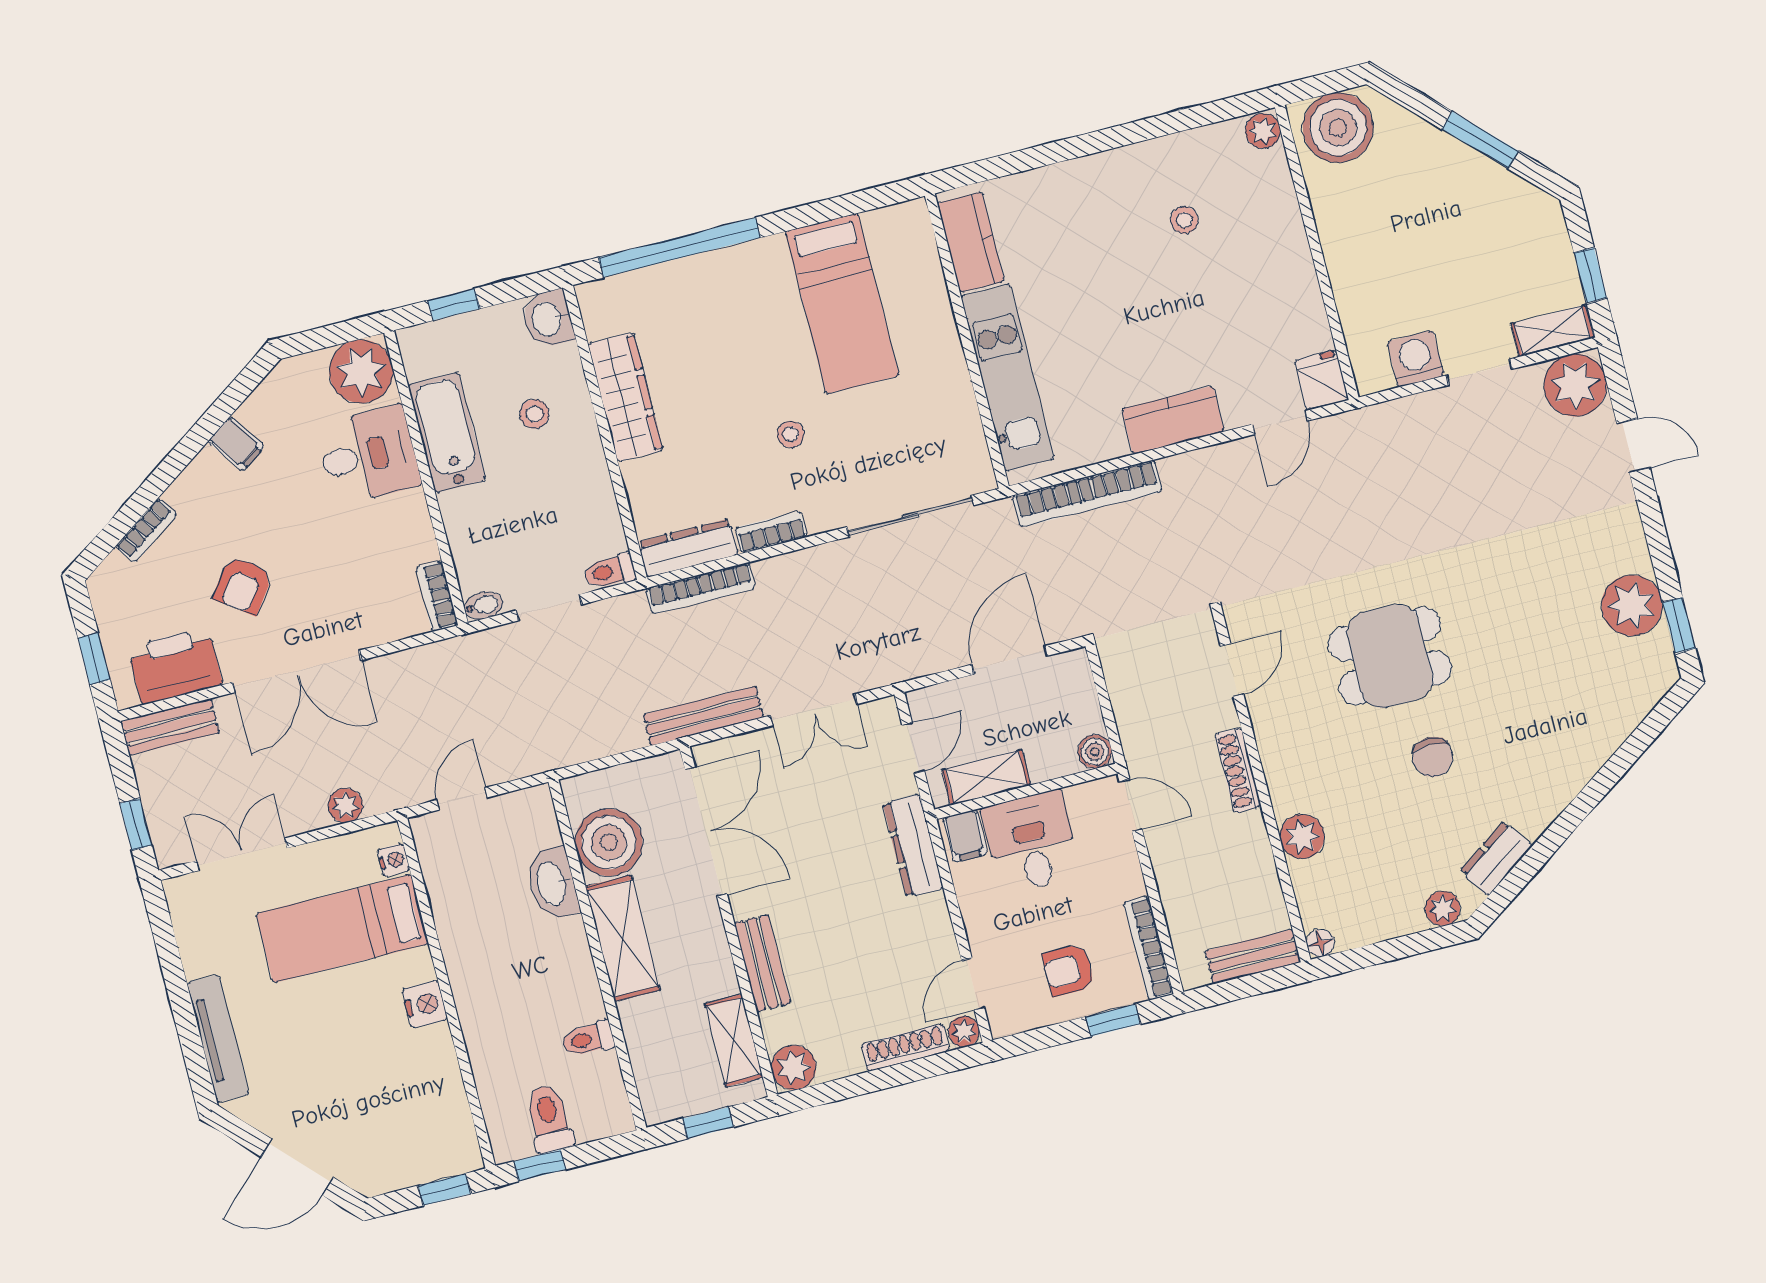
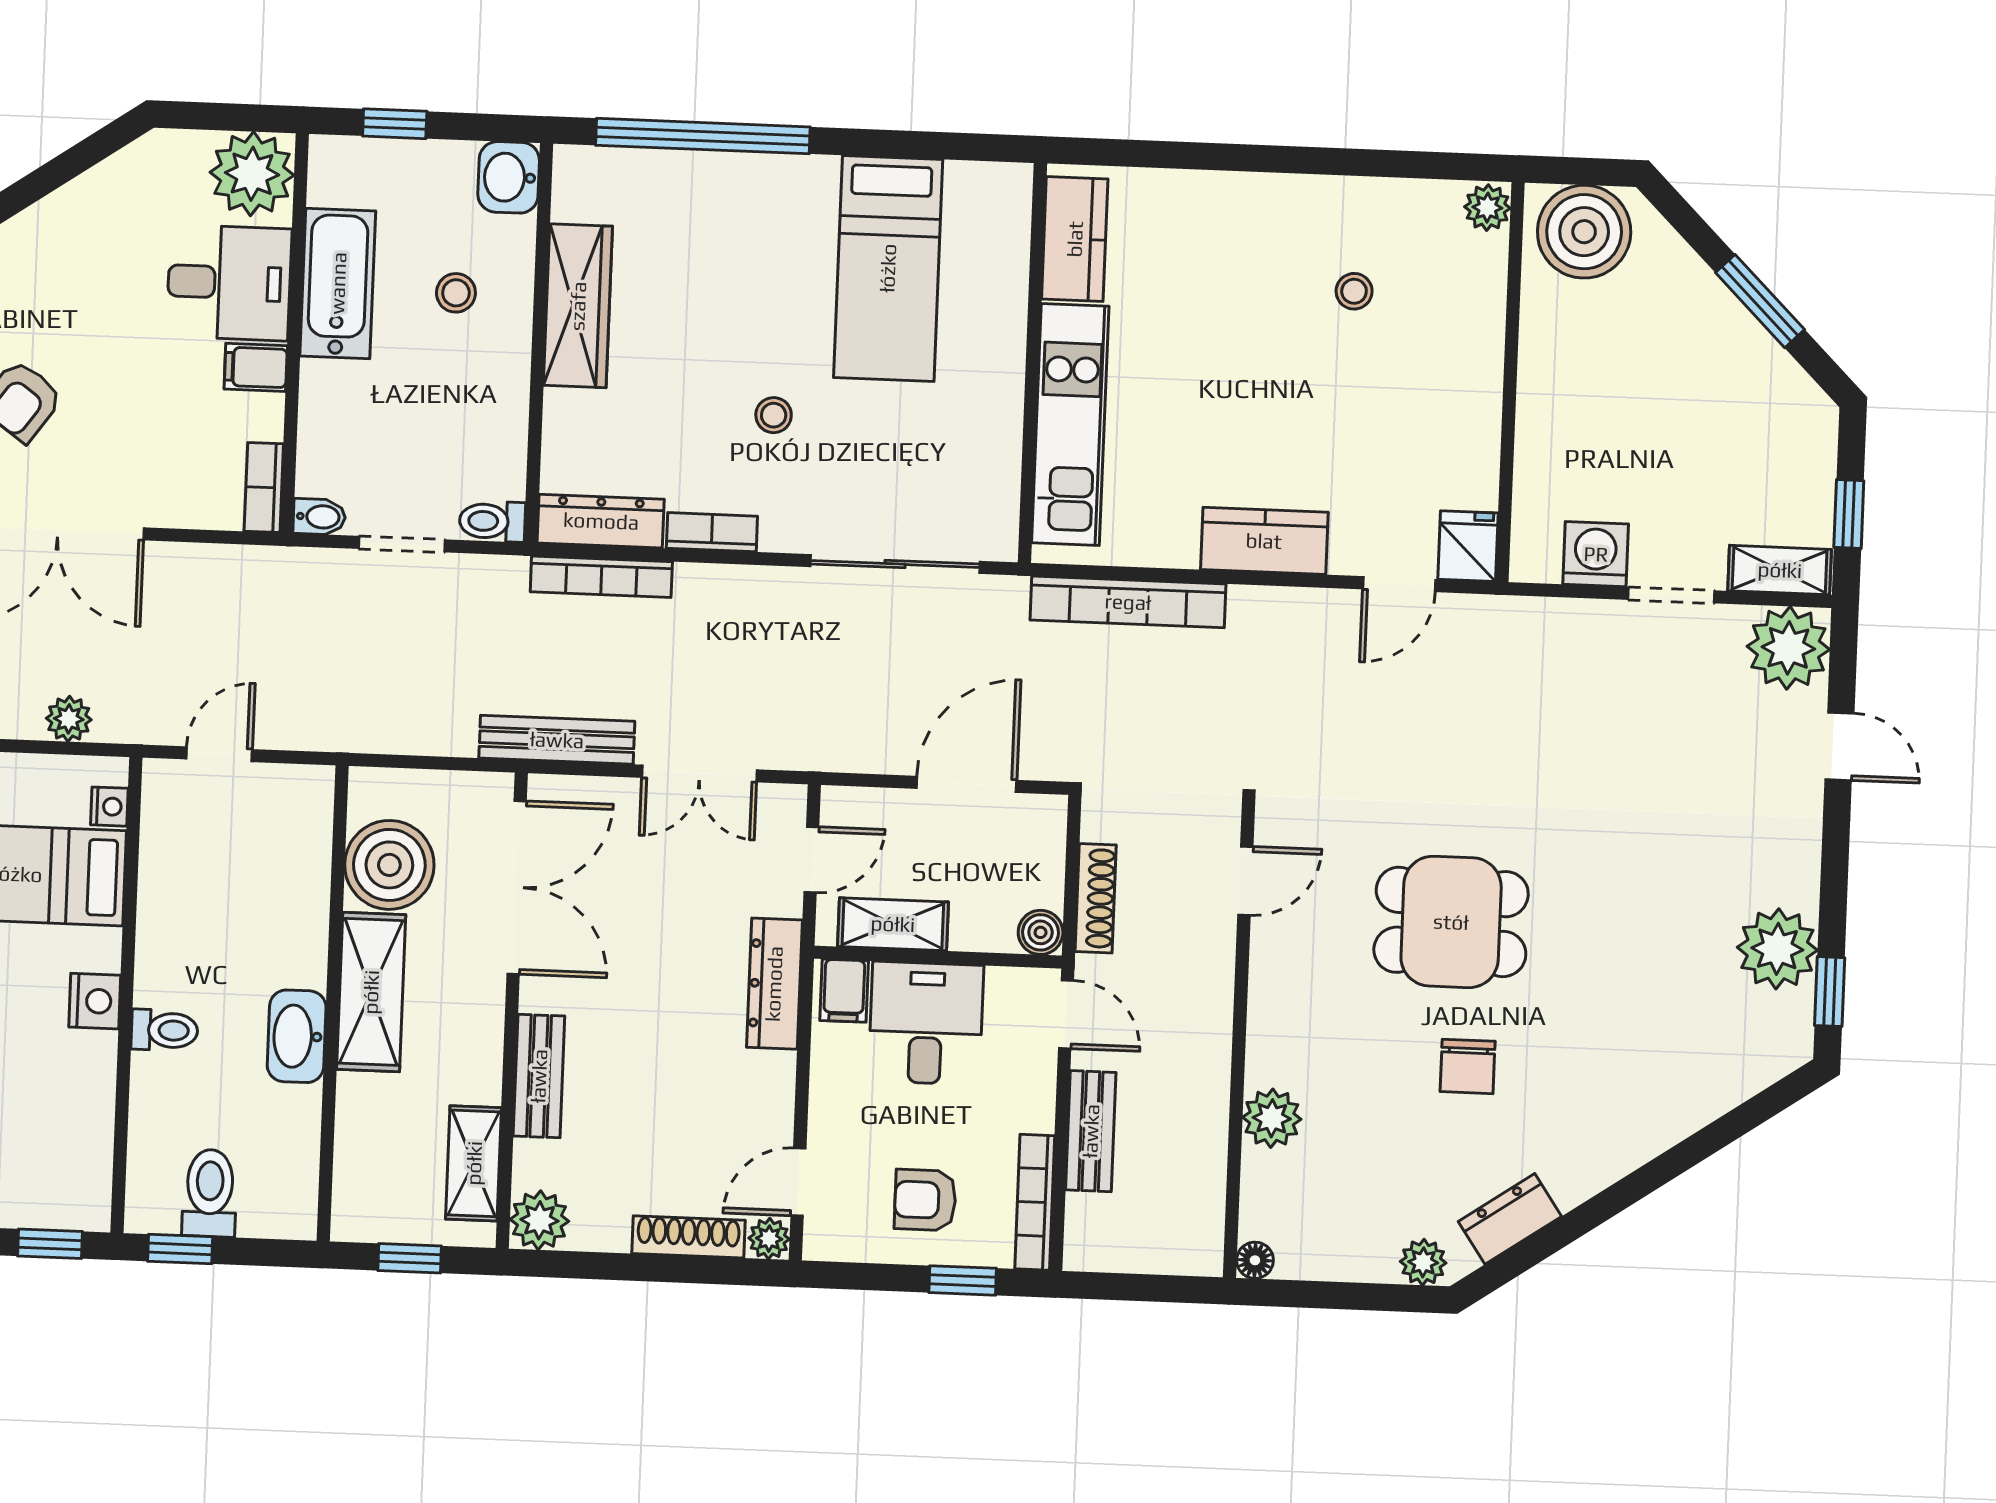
filing cabinet: (236, 444) -> (256, 367), moved, turned 124
shoe rack: (1238, 770) -> (1096, 898), moved, turned 180
washbasin: (552, 883) -> (297, 1036), moved
bench: (1253, 957) -> (1091, 1131), moved, turned 90
toilet: (588, 1039) -> (164, 1030), moved, turned 180

